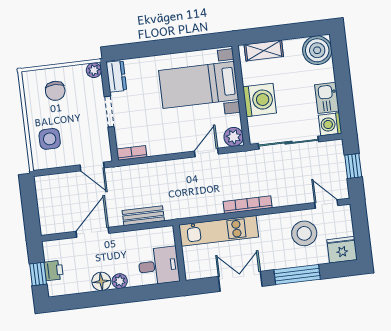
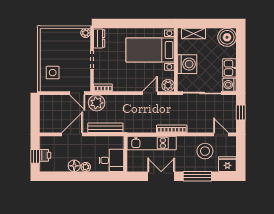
chair: (55, 91) -> (60, 43), removed
plant: (125, 178) -> (97, 103), added
bench: (143, 216) -> (105, 128), width x1.36

